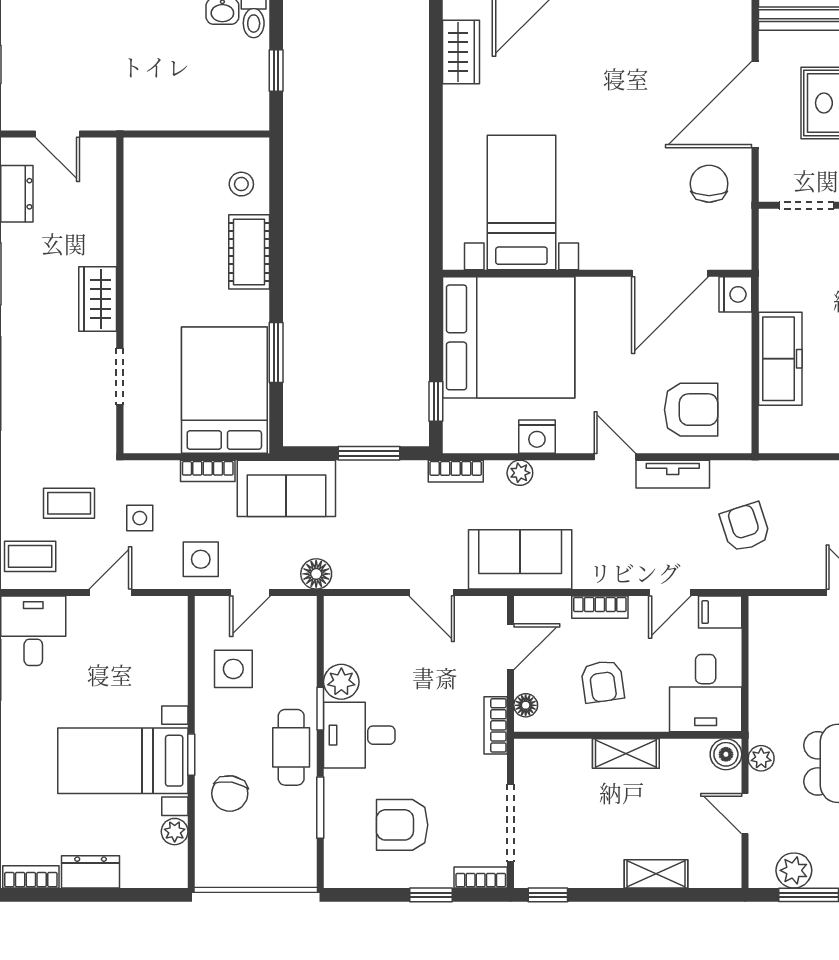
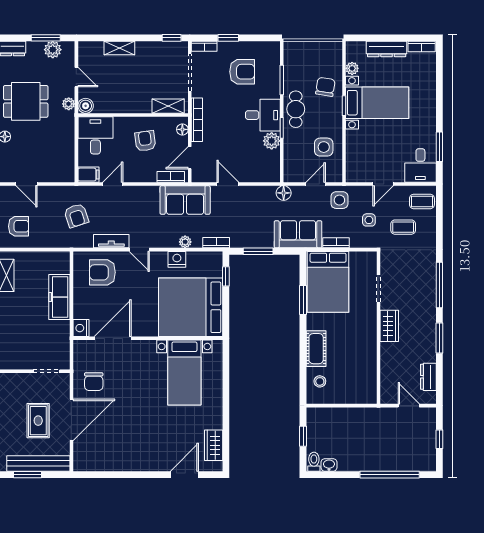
bookcase: (600, 607) -> (171, 177), moved
bookcase: (496, 725) -> (197, 120), width x1.56
shelving: (626, 754) -> (168, 106), moved
dresser: (91, 872) -> (387, 49), width x1.44

